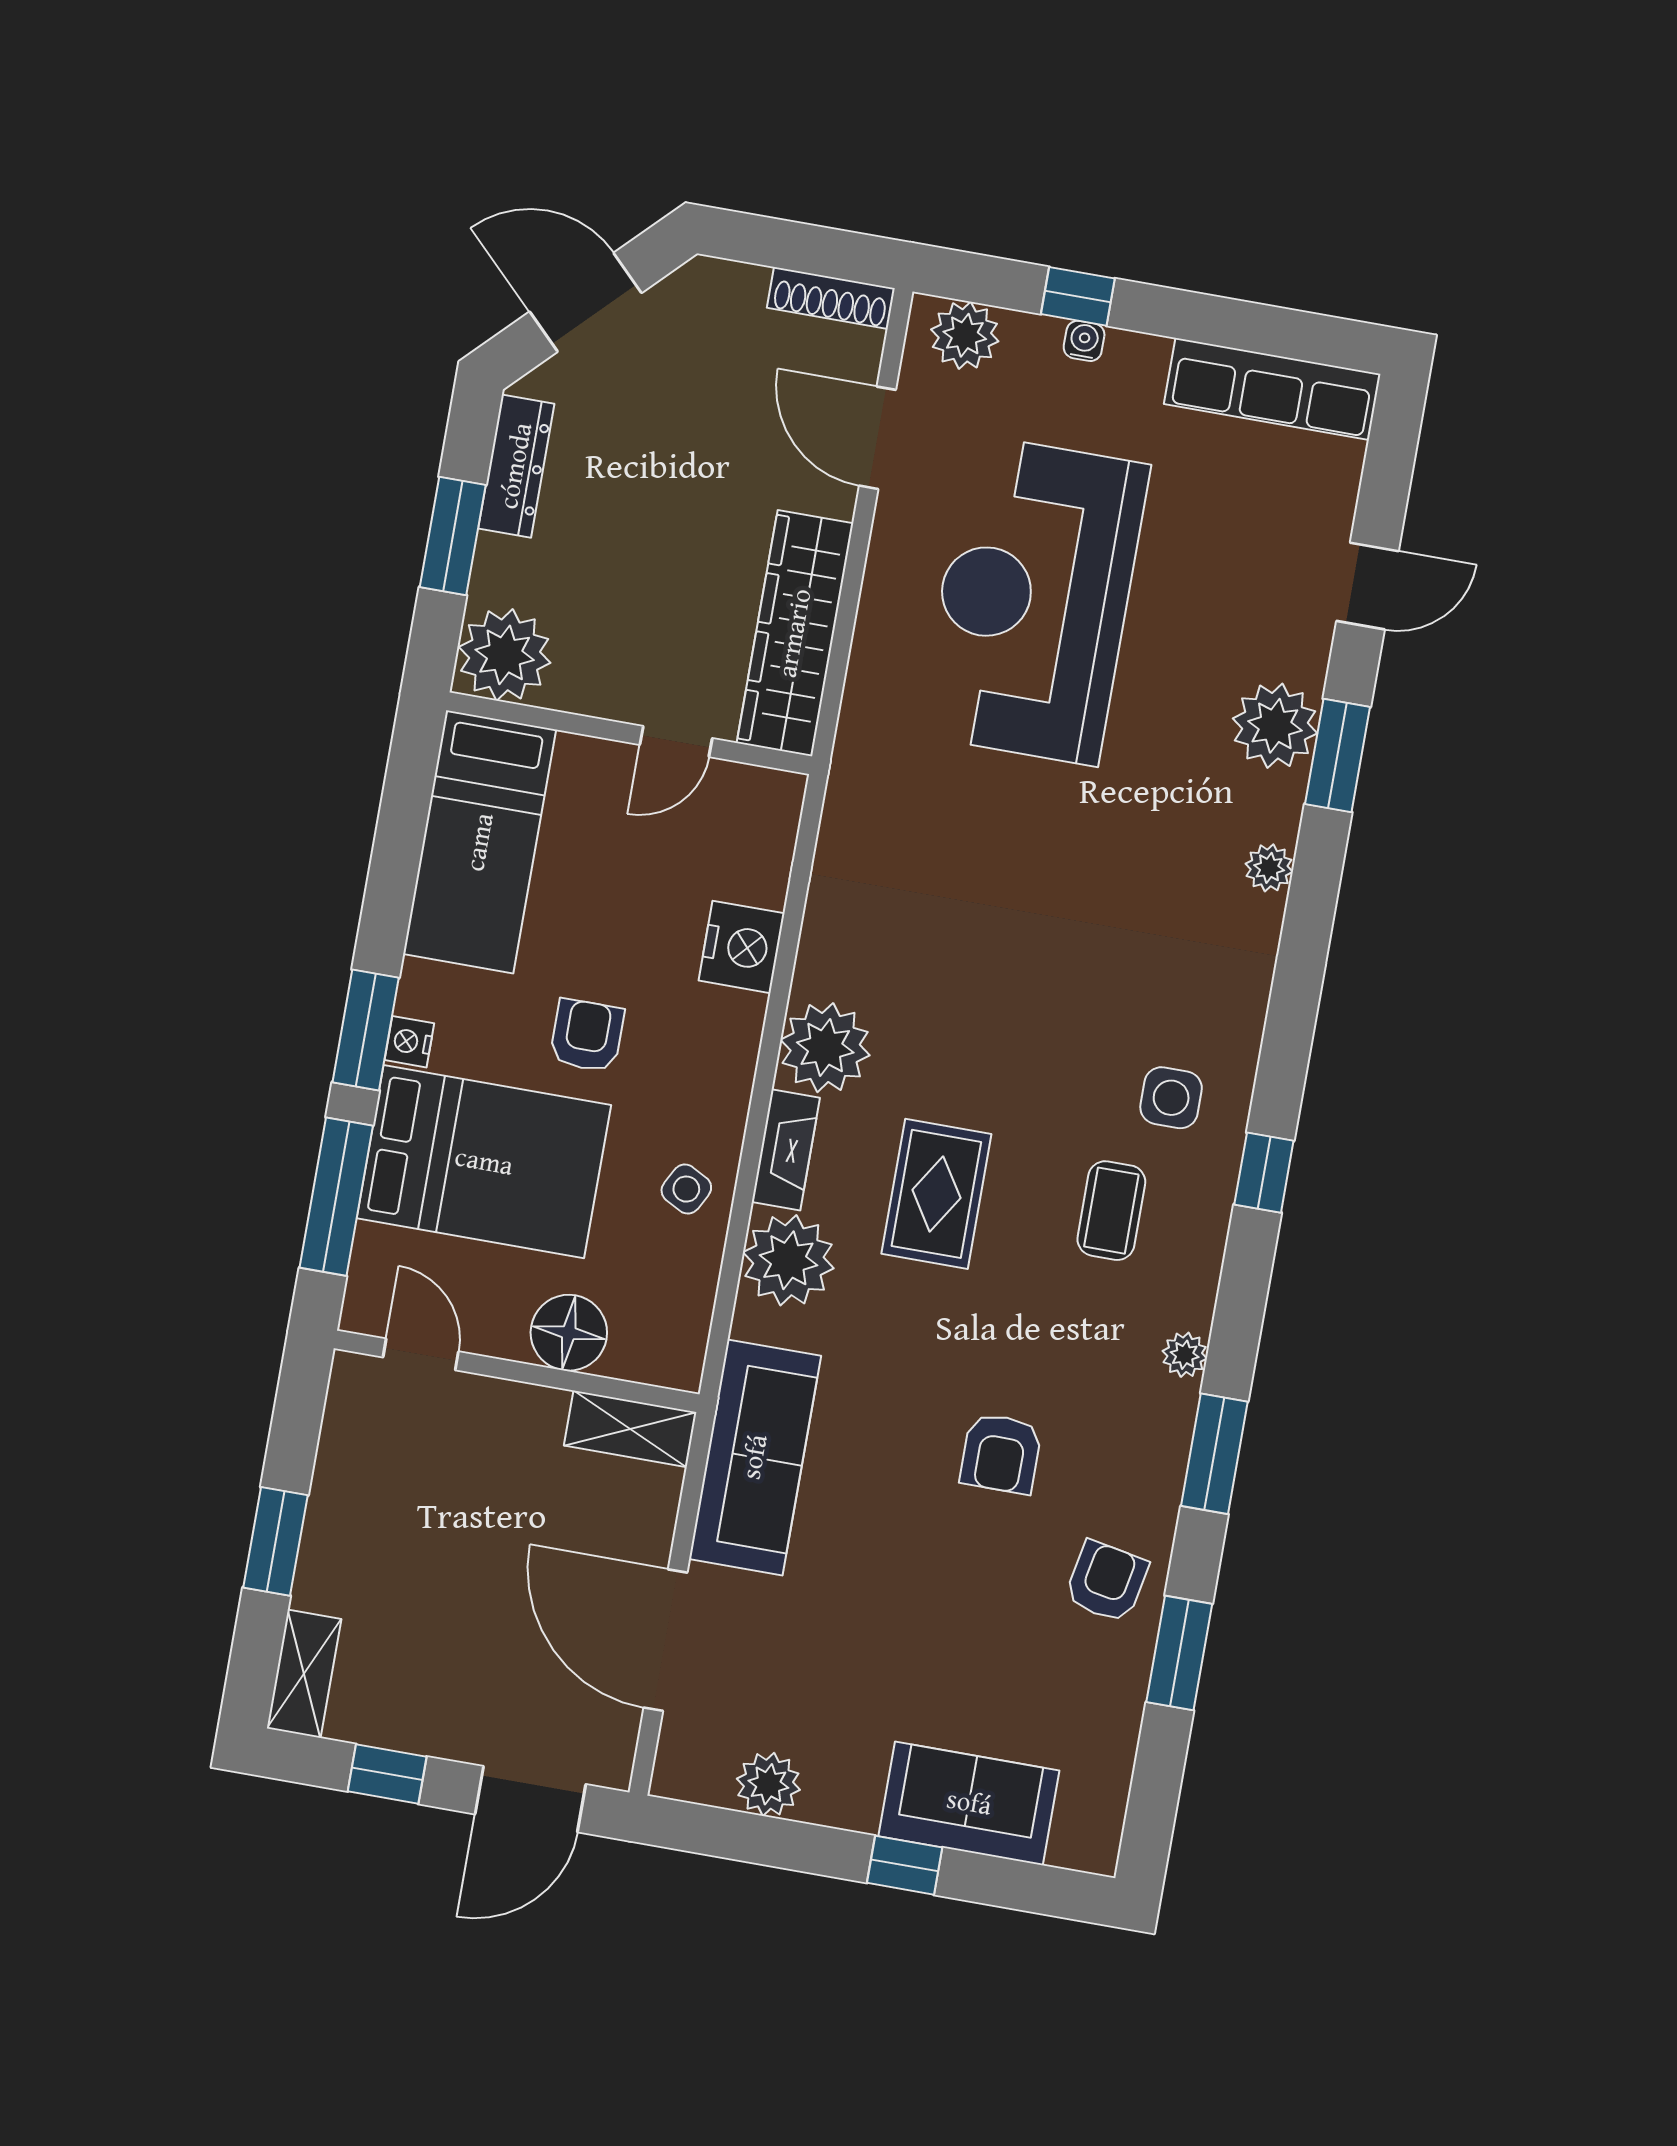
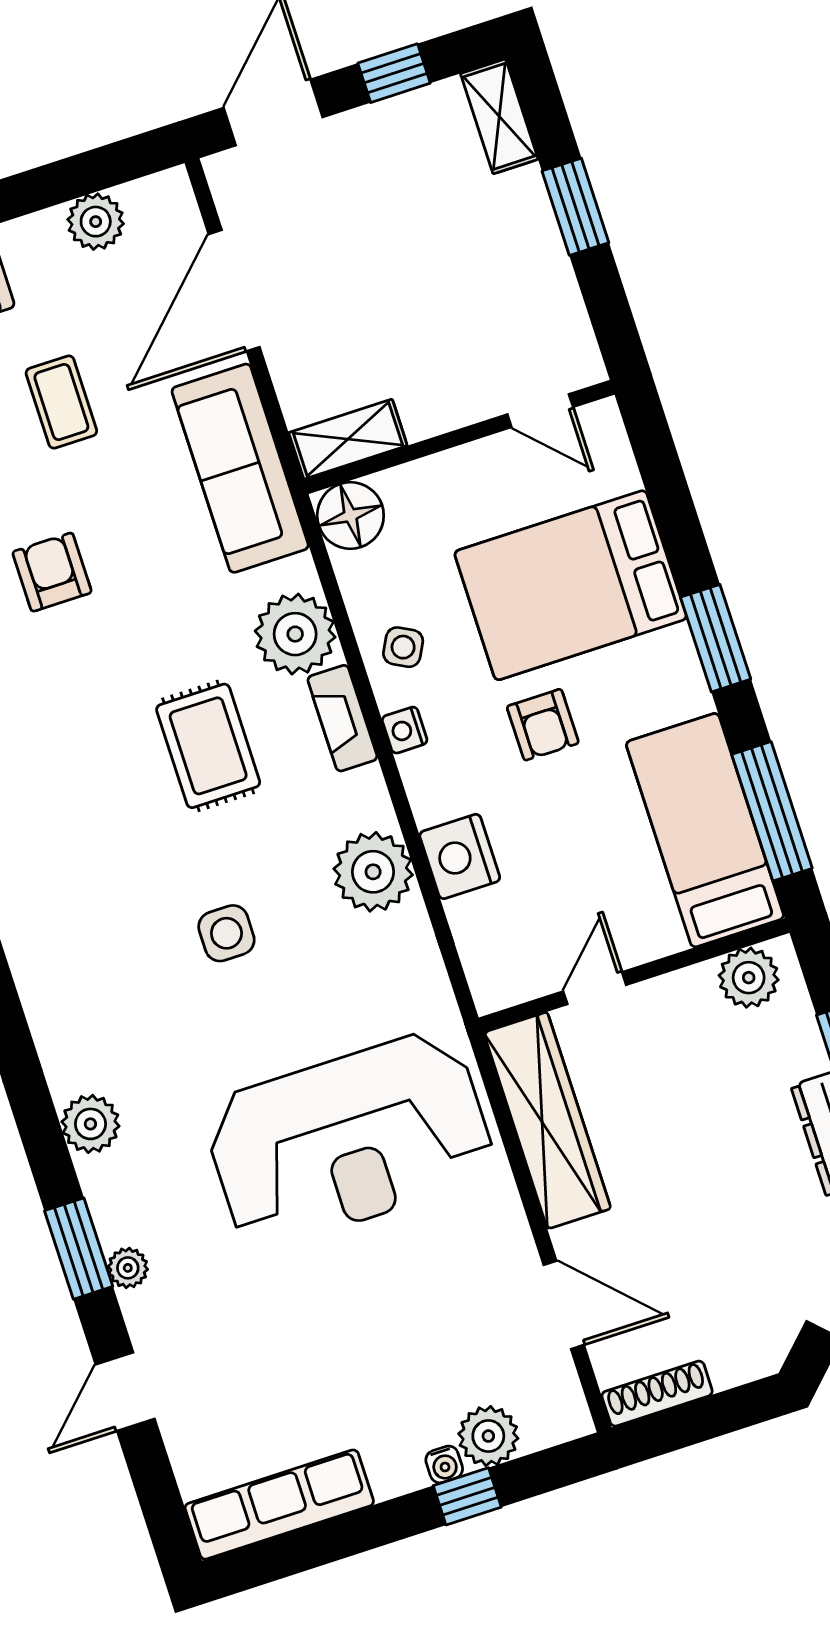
plant: (965, 335) -> (488, 1436), moved
reception desk: (1034, 600) -> (349, 1140), moved, turned 90
plant: (505, 655) -> (749, 978), width x0.73, depth x0.73
plant: (1275, 726) -> (128, 1268), width x0.53, depth x0.53
plant: (1269, 868) -> (90, 1124), width x1.38, depth x1.38
nightstand: (409, 1042) -> (405, 730), moved, turned 180
plant: (825, 1048) -> (373, 872), moved
side table: (1171, 1098) -> (226, 933), moved
window: (336, 1197) -> (772, 811), moved
coffee table: (1111, 1211) -> (61, 402), moved
floor lamp: (569, 1333) -> (350, 515), moved
door: (665, 1640) -> (234, 291), swing flipped

